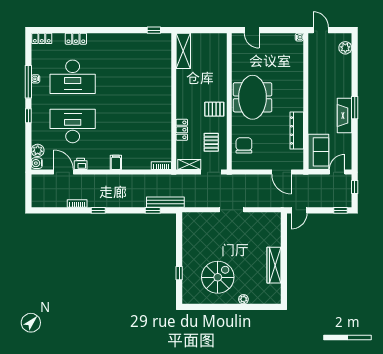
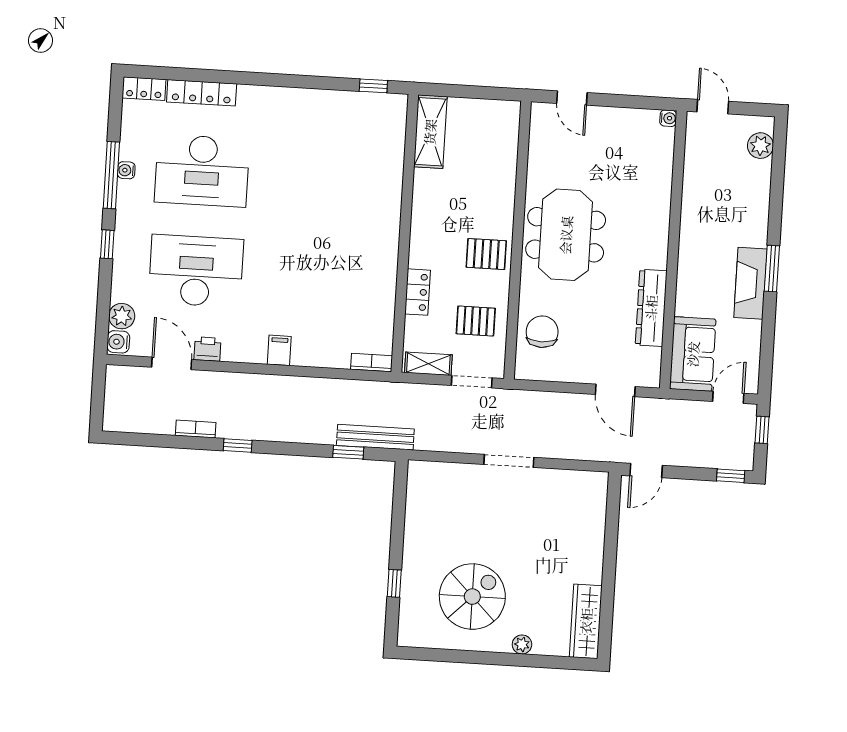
locker: (76, 39) -> (202, 93), width x1.53
pallet: (211, 142) -> (476, 321), turned 90
wardrobe: (274, 265) -> (586, 621), moved

